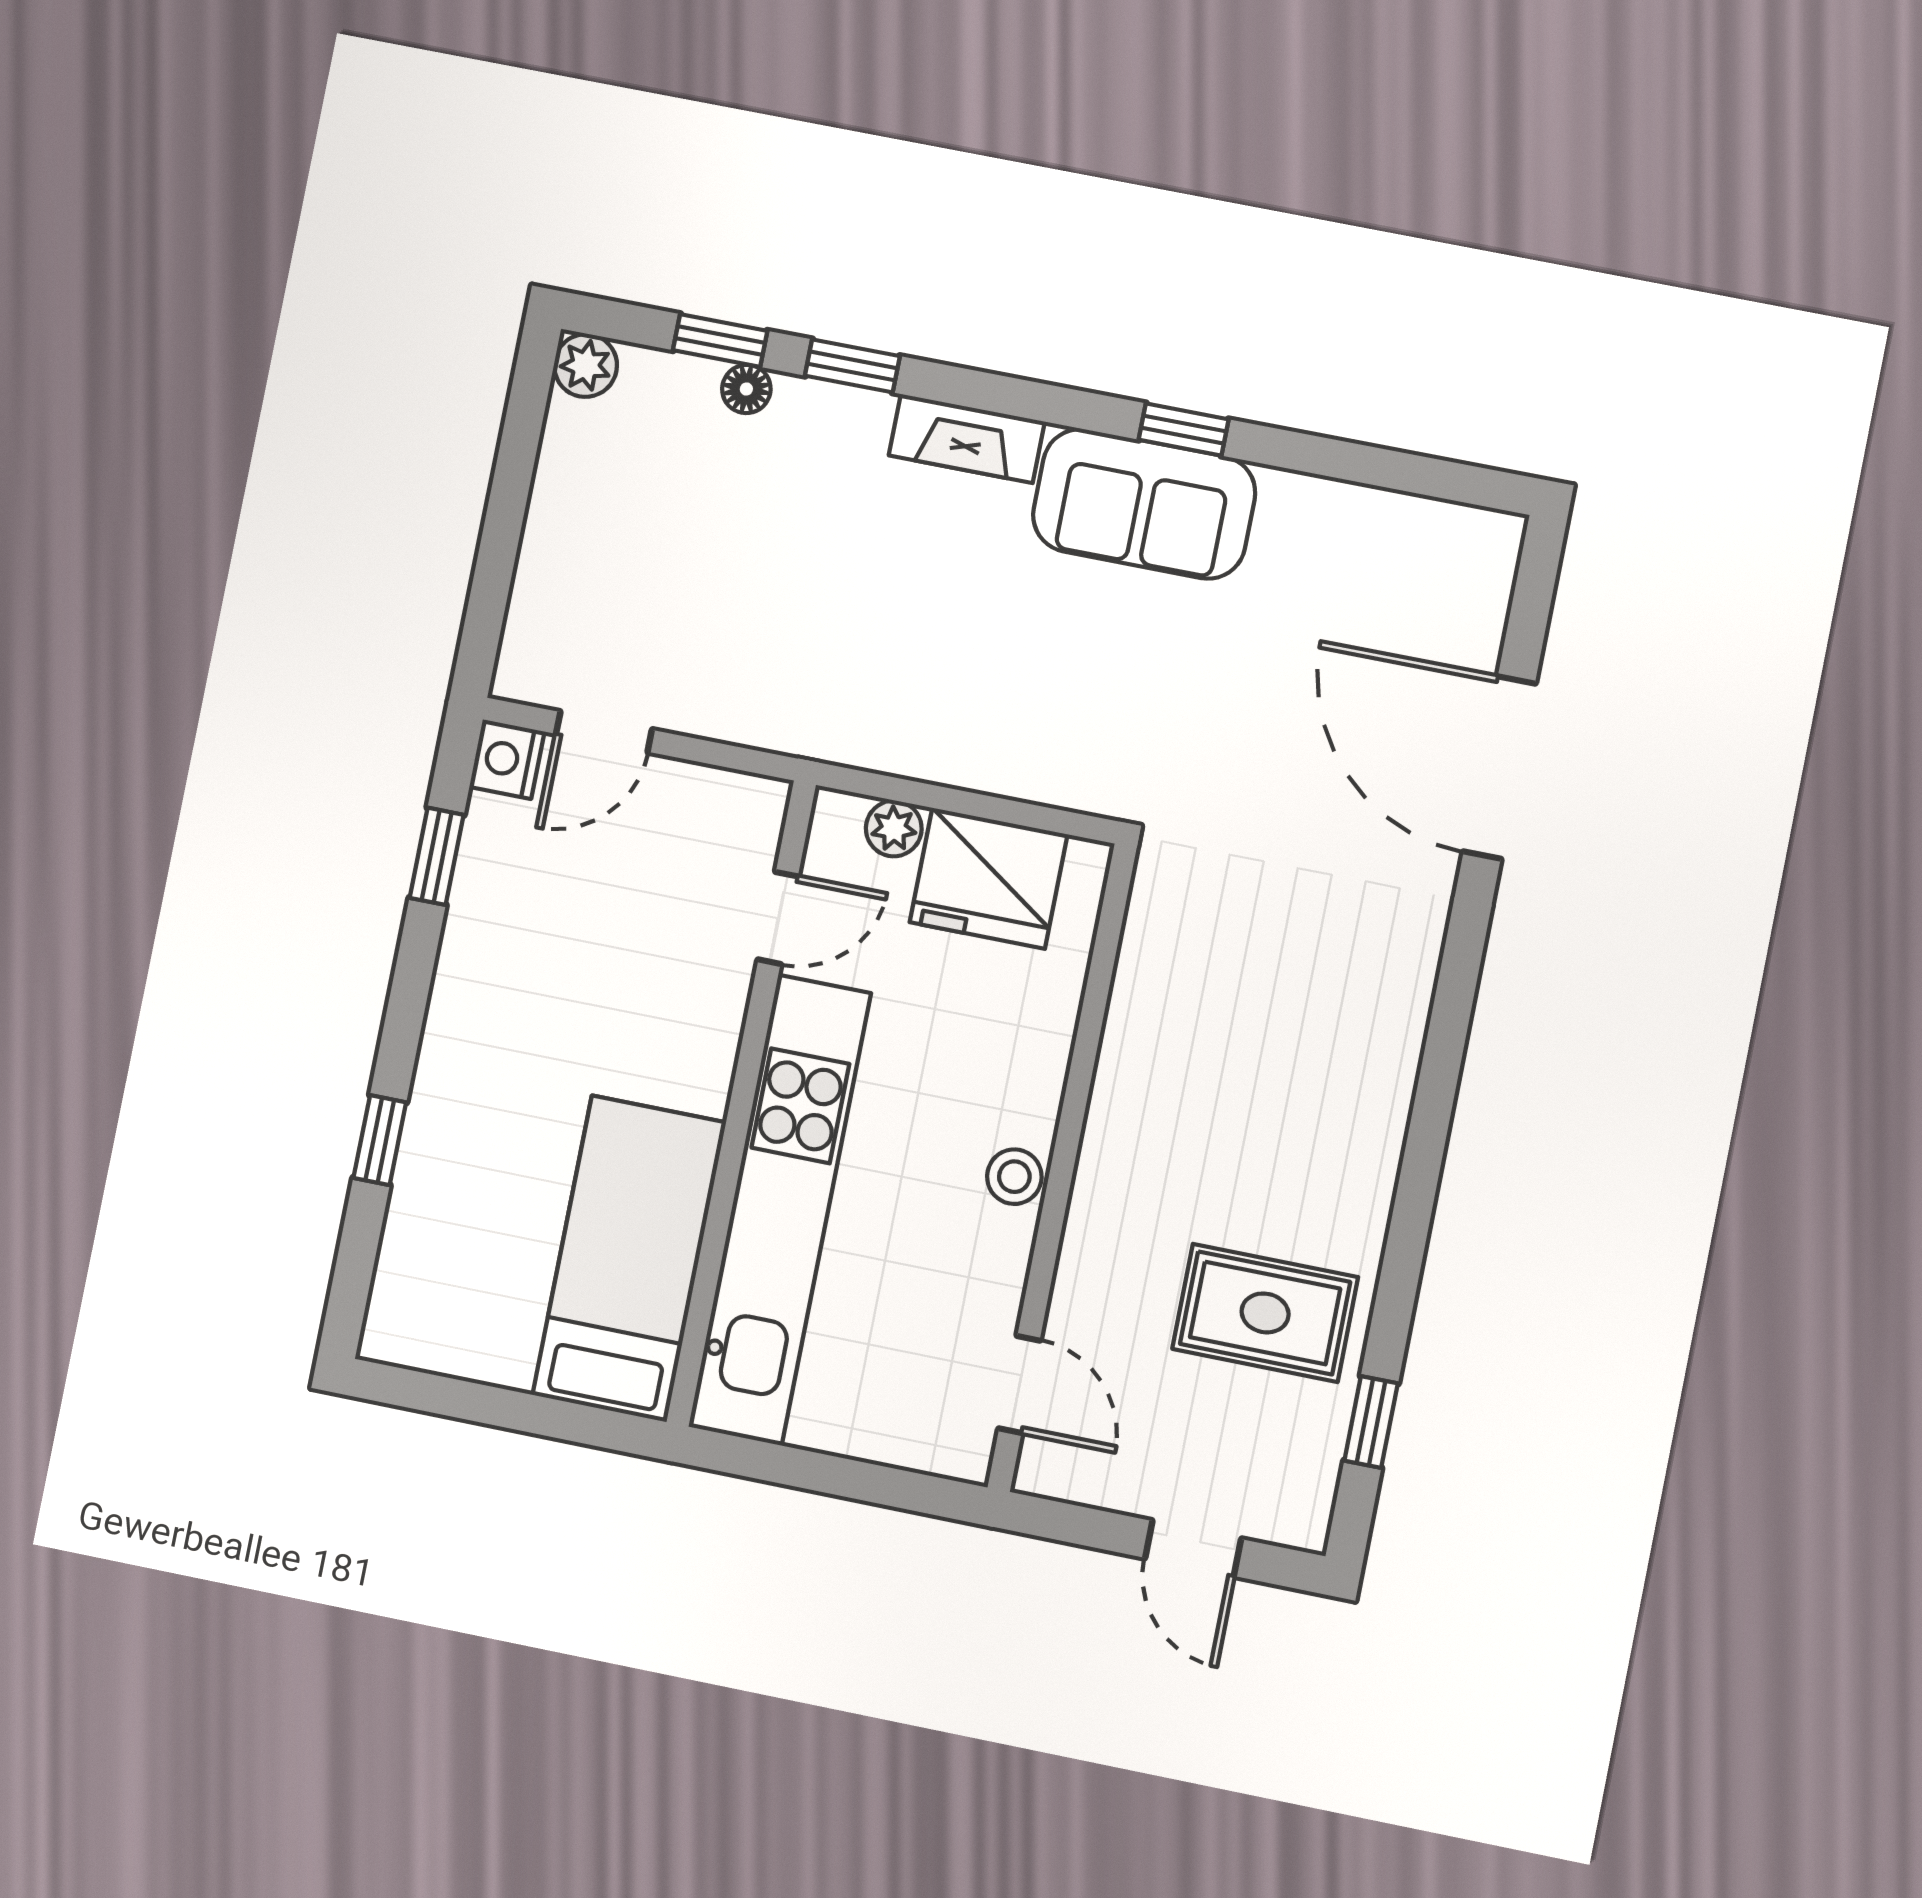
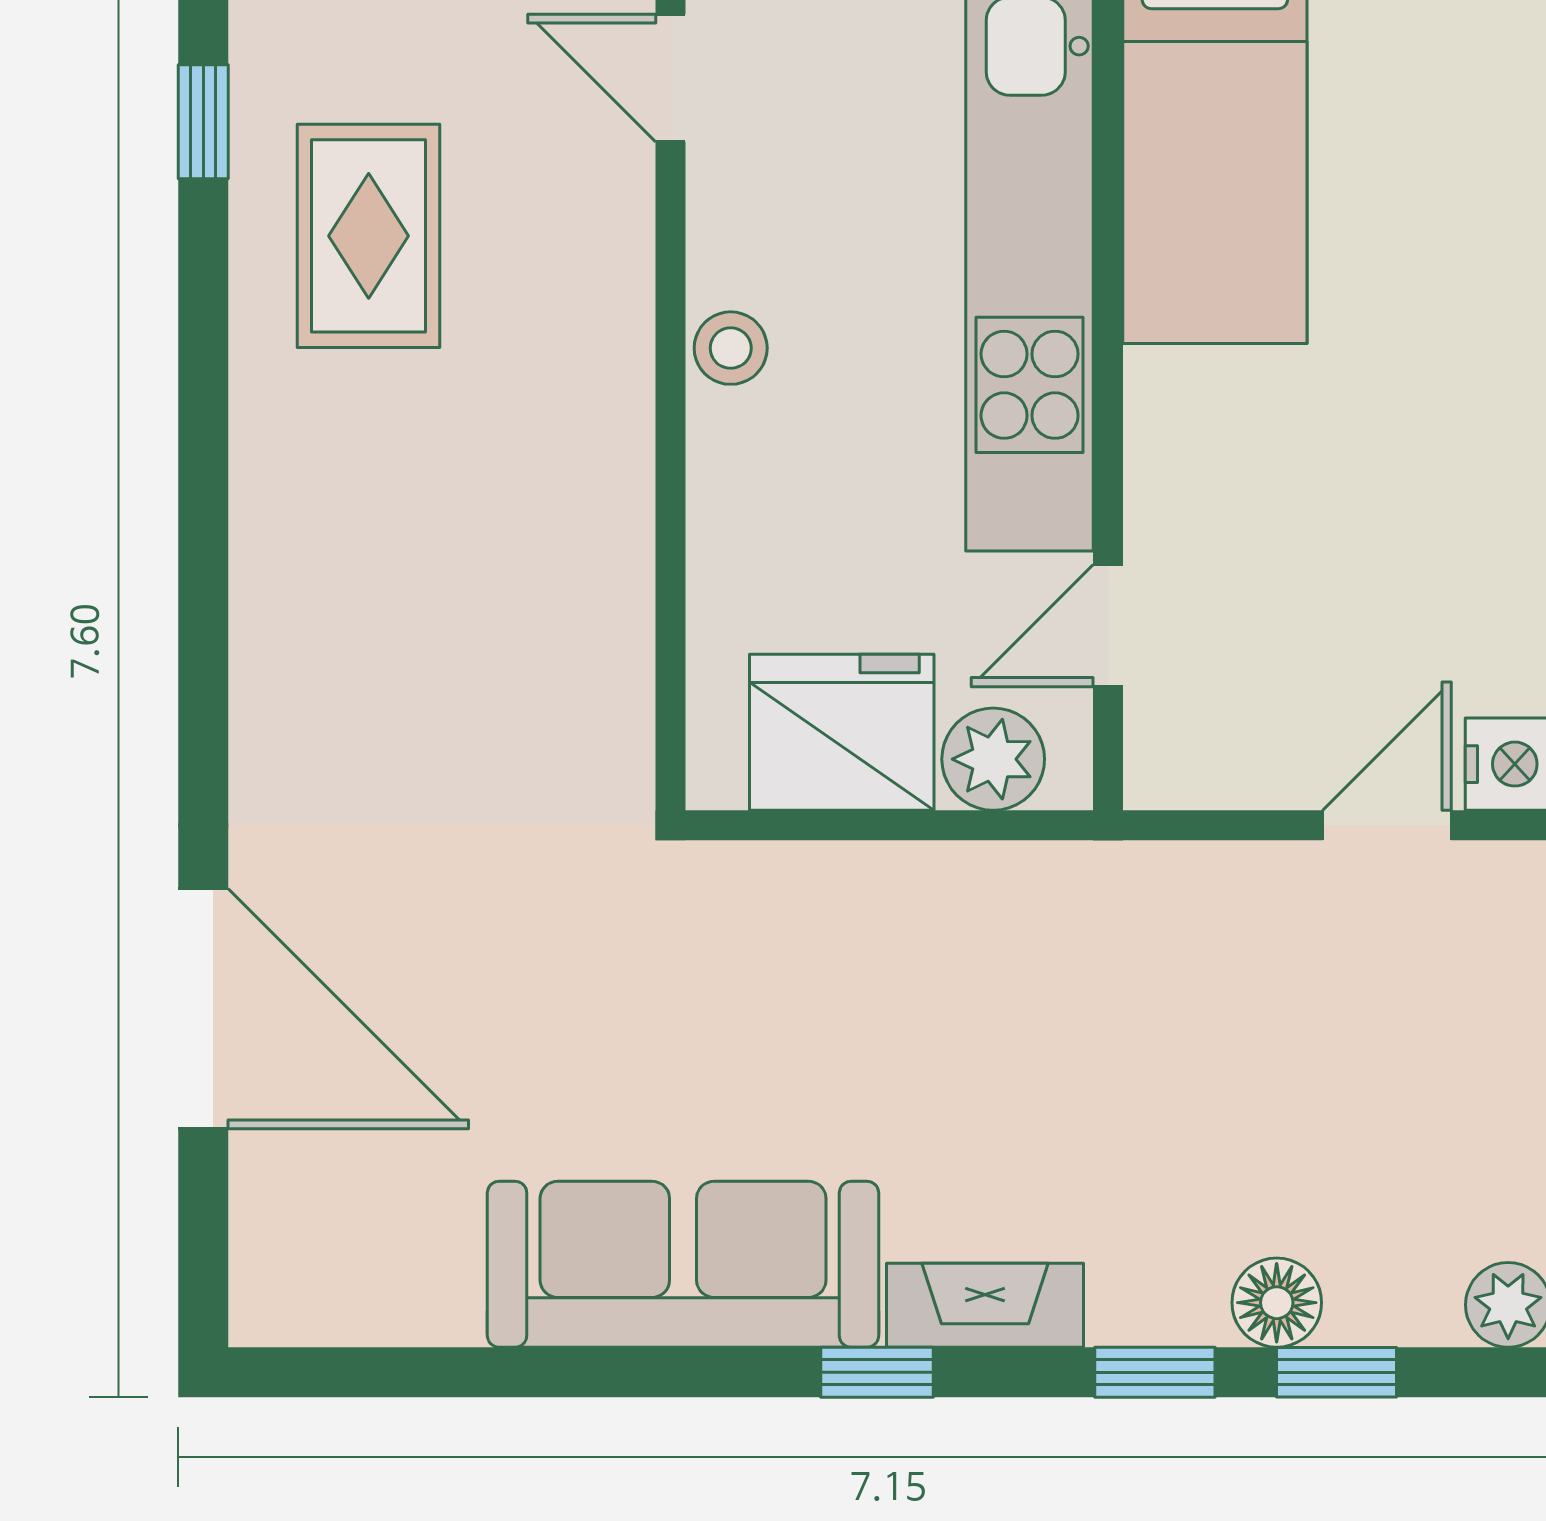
floor lamp: (746, 389) -> (1277, 1303), width x1.37, depth x1.37
window: (1184, 430) -> (877, 1372), moved
sofa: (1144, 504) -> (683, 1264), width x1.36
plant: (894, 828) -> (993, 759), width x1.38, depth x1.38
rug: (1265, 1313) -> (369, 236), turned 90

